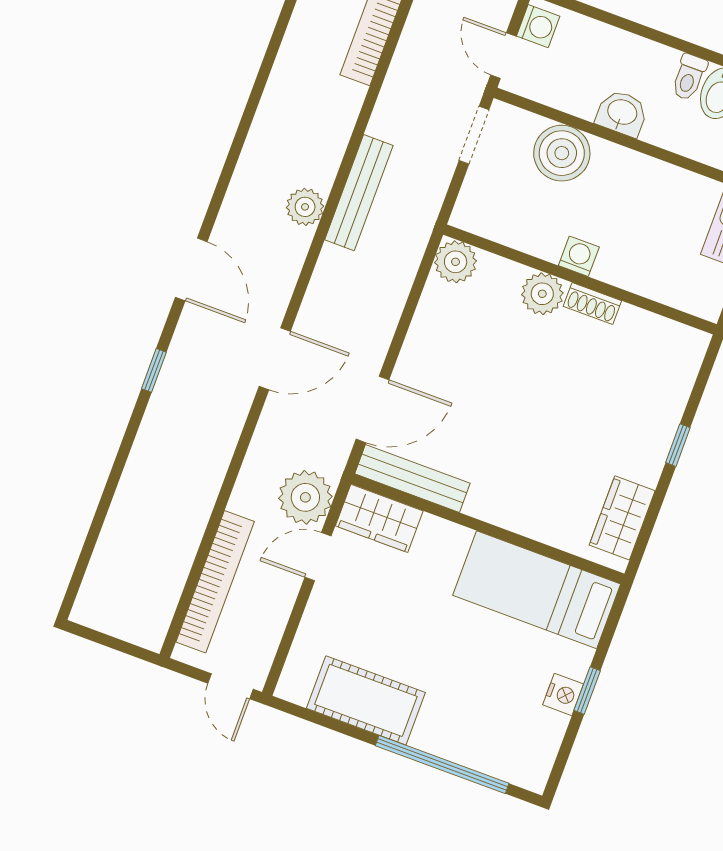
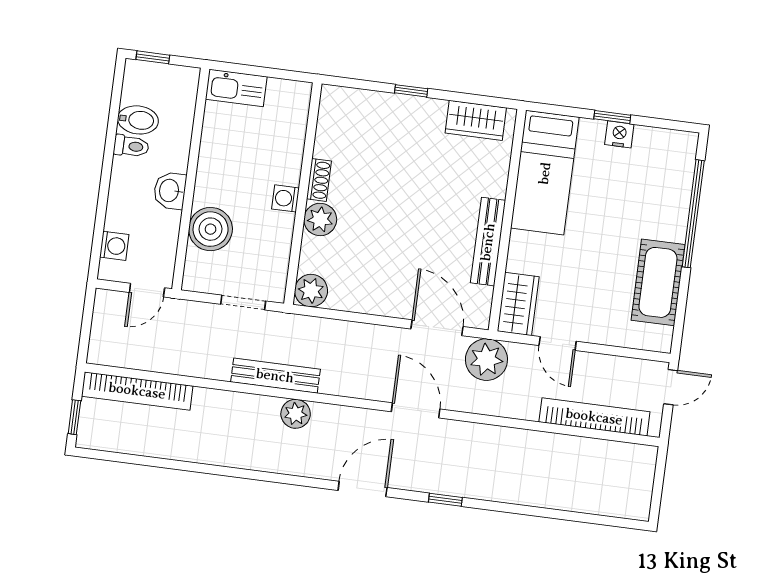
washing machine: (538, 26) -> (114, 246), moved, turned 90
doorway: (474, 135) -> (243, 303), moved
bench: (412, 478) -> (488, 242), moved
plant: (305, 497) -> (486, 360), moved

